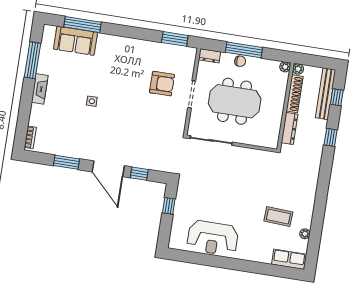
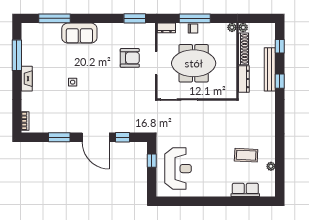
sofa: (75, 41) -> (79, 33), moved
bench: (326, 94) -> (270, 69), moved
reception desk: (213, 238) -> (178, 169), moved, turned -90
row of seats: (289, 259) -> (245, 190), moved

